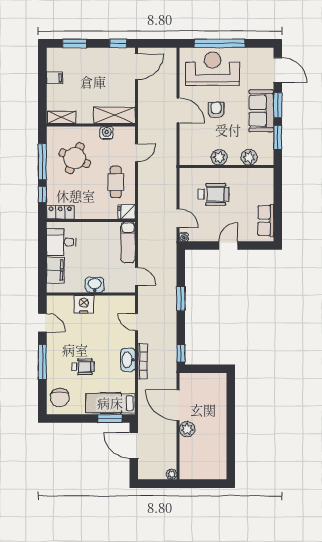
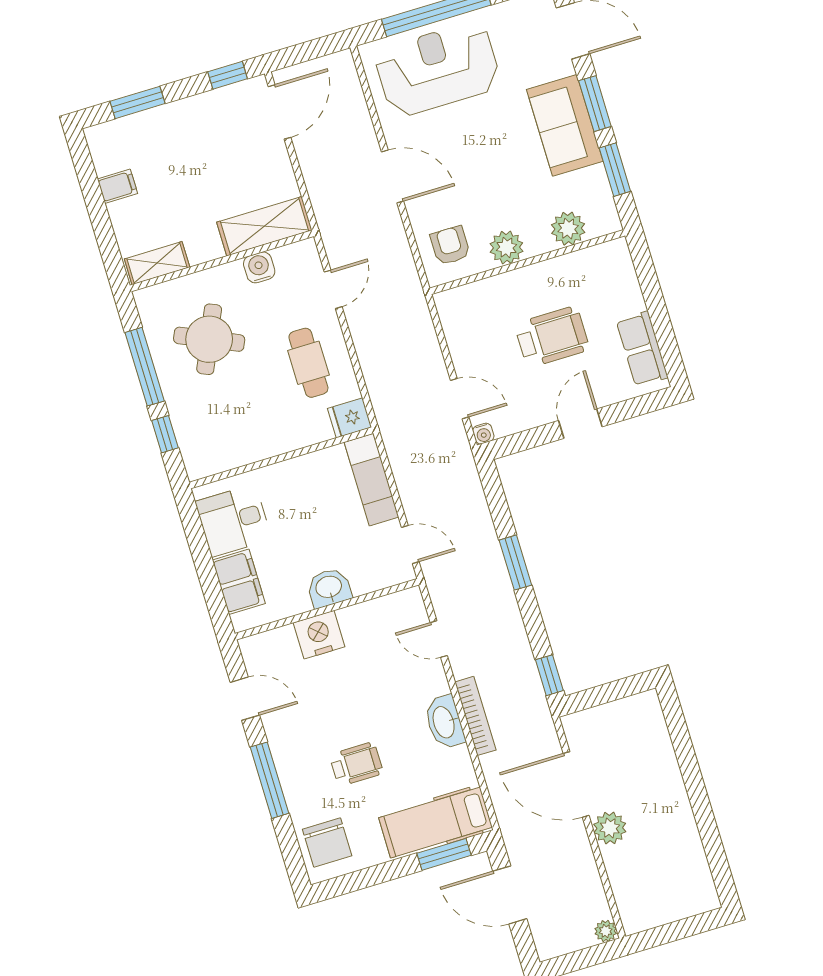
armchair: (216, 110) -> (450, 246), moved
wheelchair: (213, 194) -> (552, 337), moved
locker: (60, 212) -> (213, 460), removed

